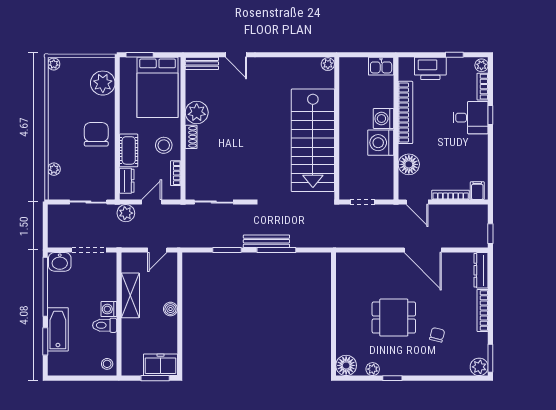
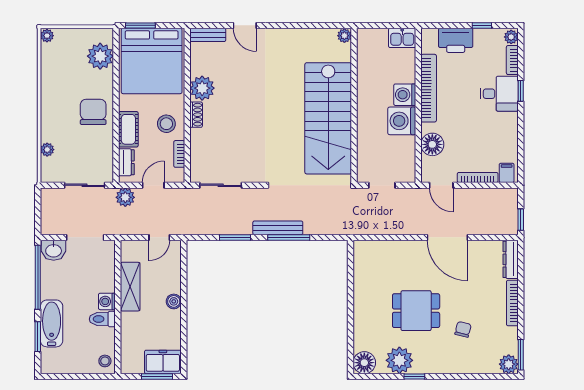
bed: (158, 87) -> (152, 61), width x1.36
plant: (373, 369) -> (399, 360), width x1.87, depth x1.87

